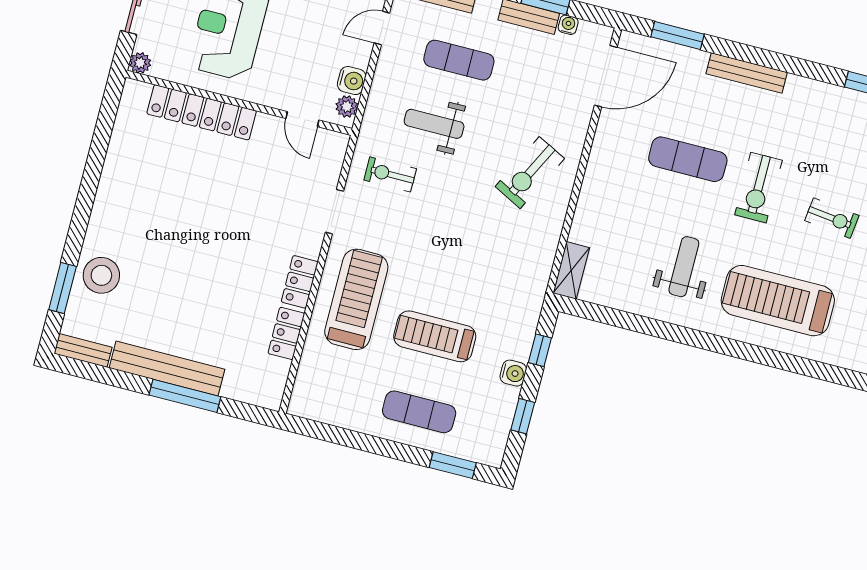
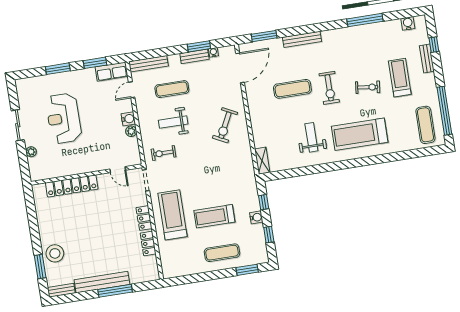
wall: (239, 103) -> (86, 175), moved
locker: (202, 112) -> (72, 186), moved
door: (302, 119) -> (118, 170), moved

